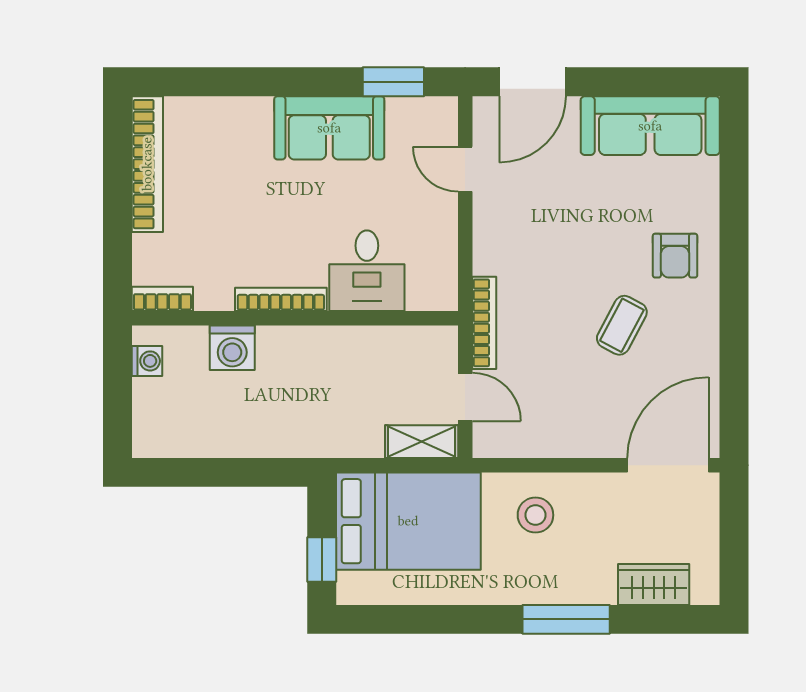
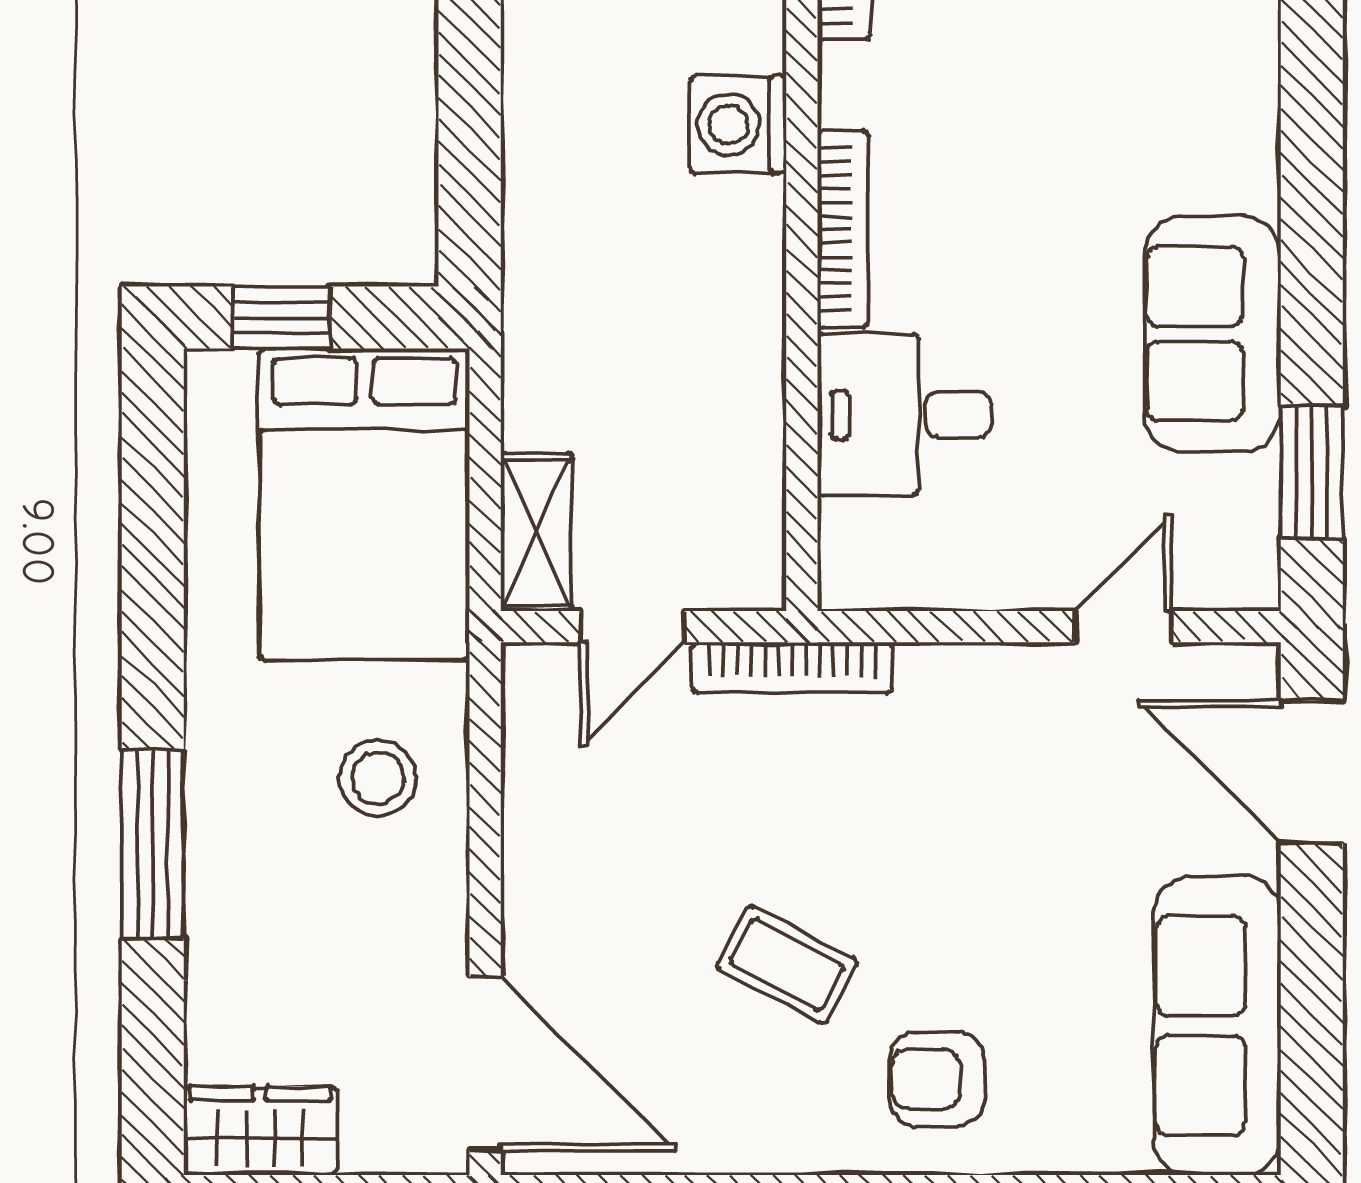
wardrobe: (654, 584) -> (260, 1131), moved, turned -90

